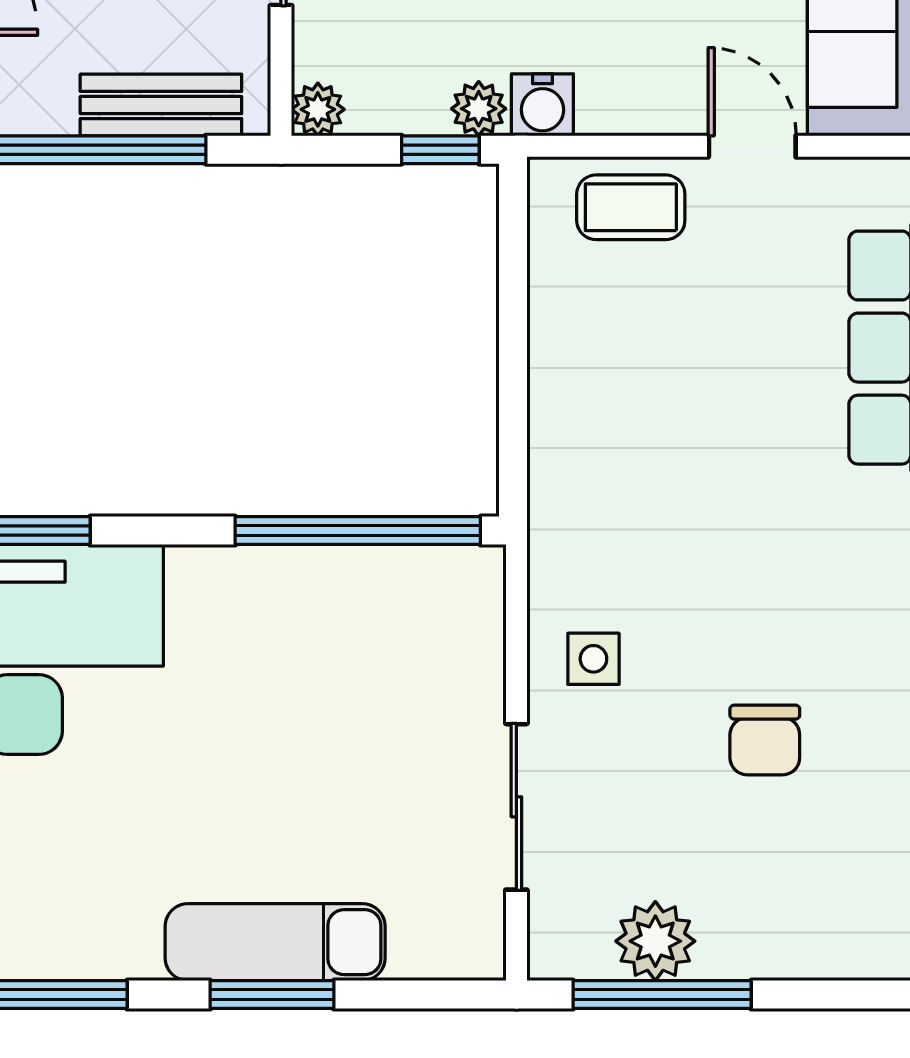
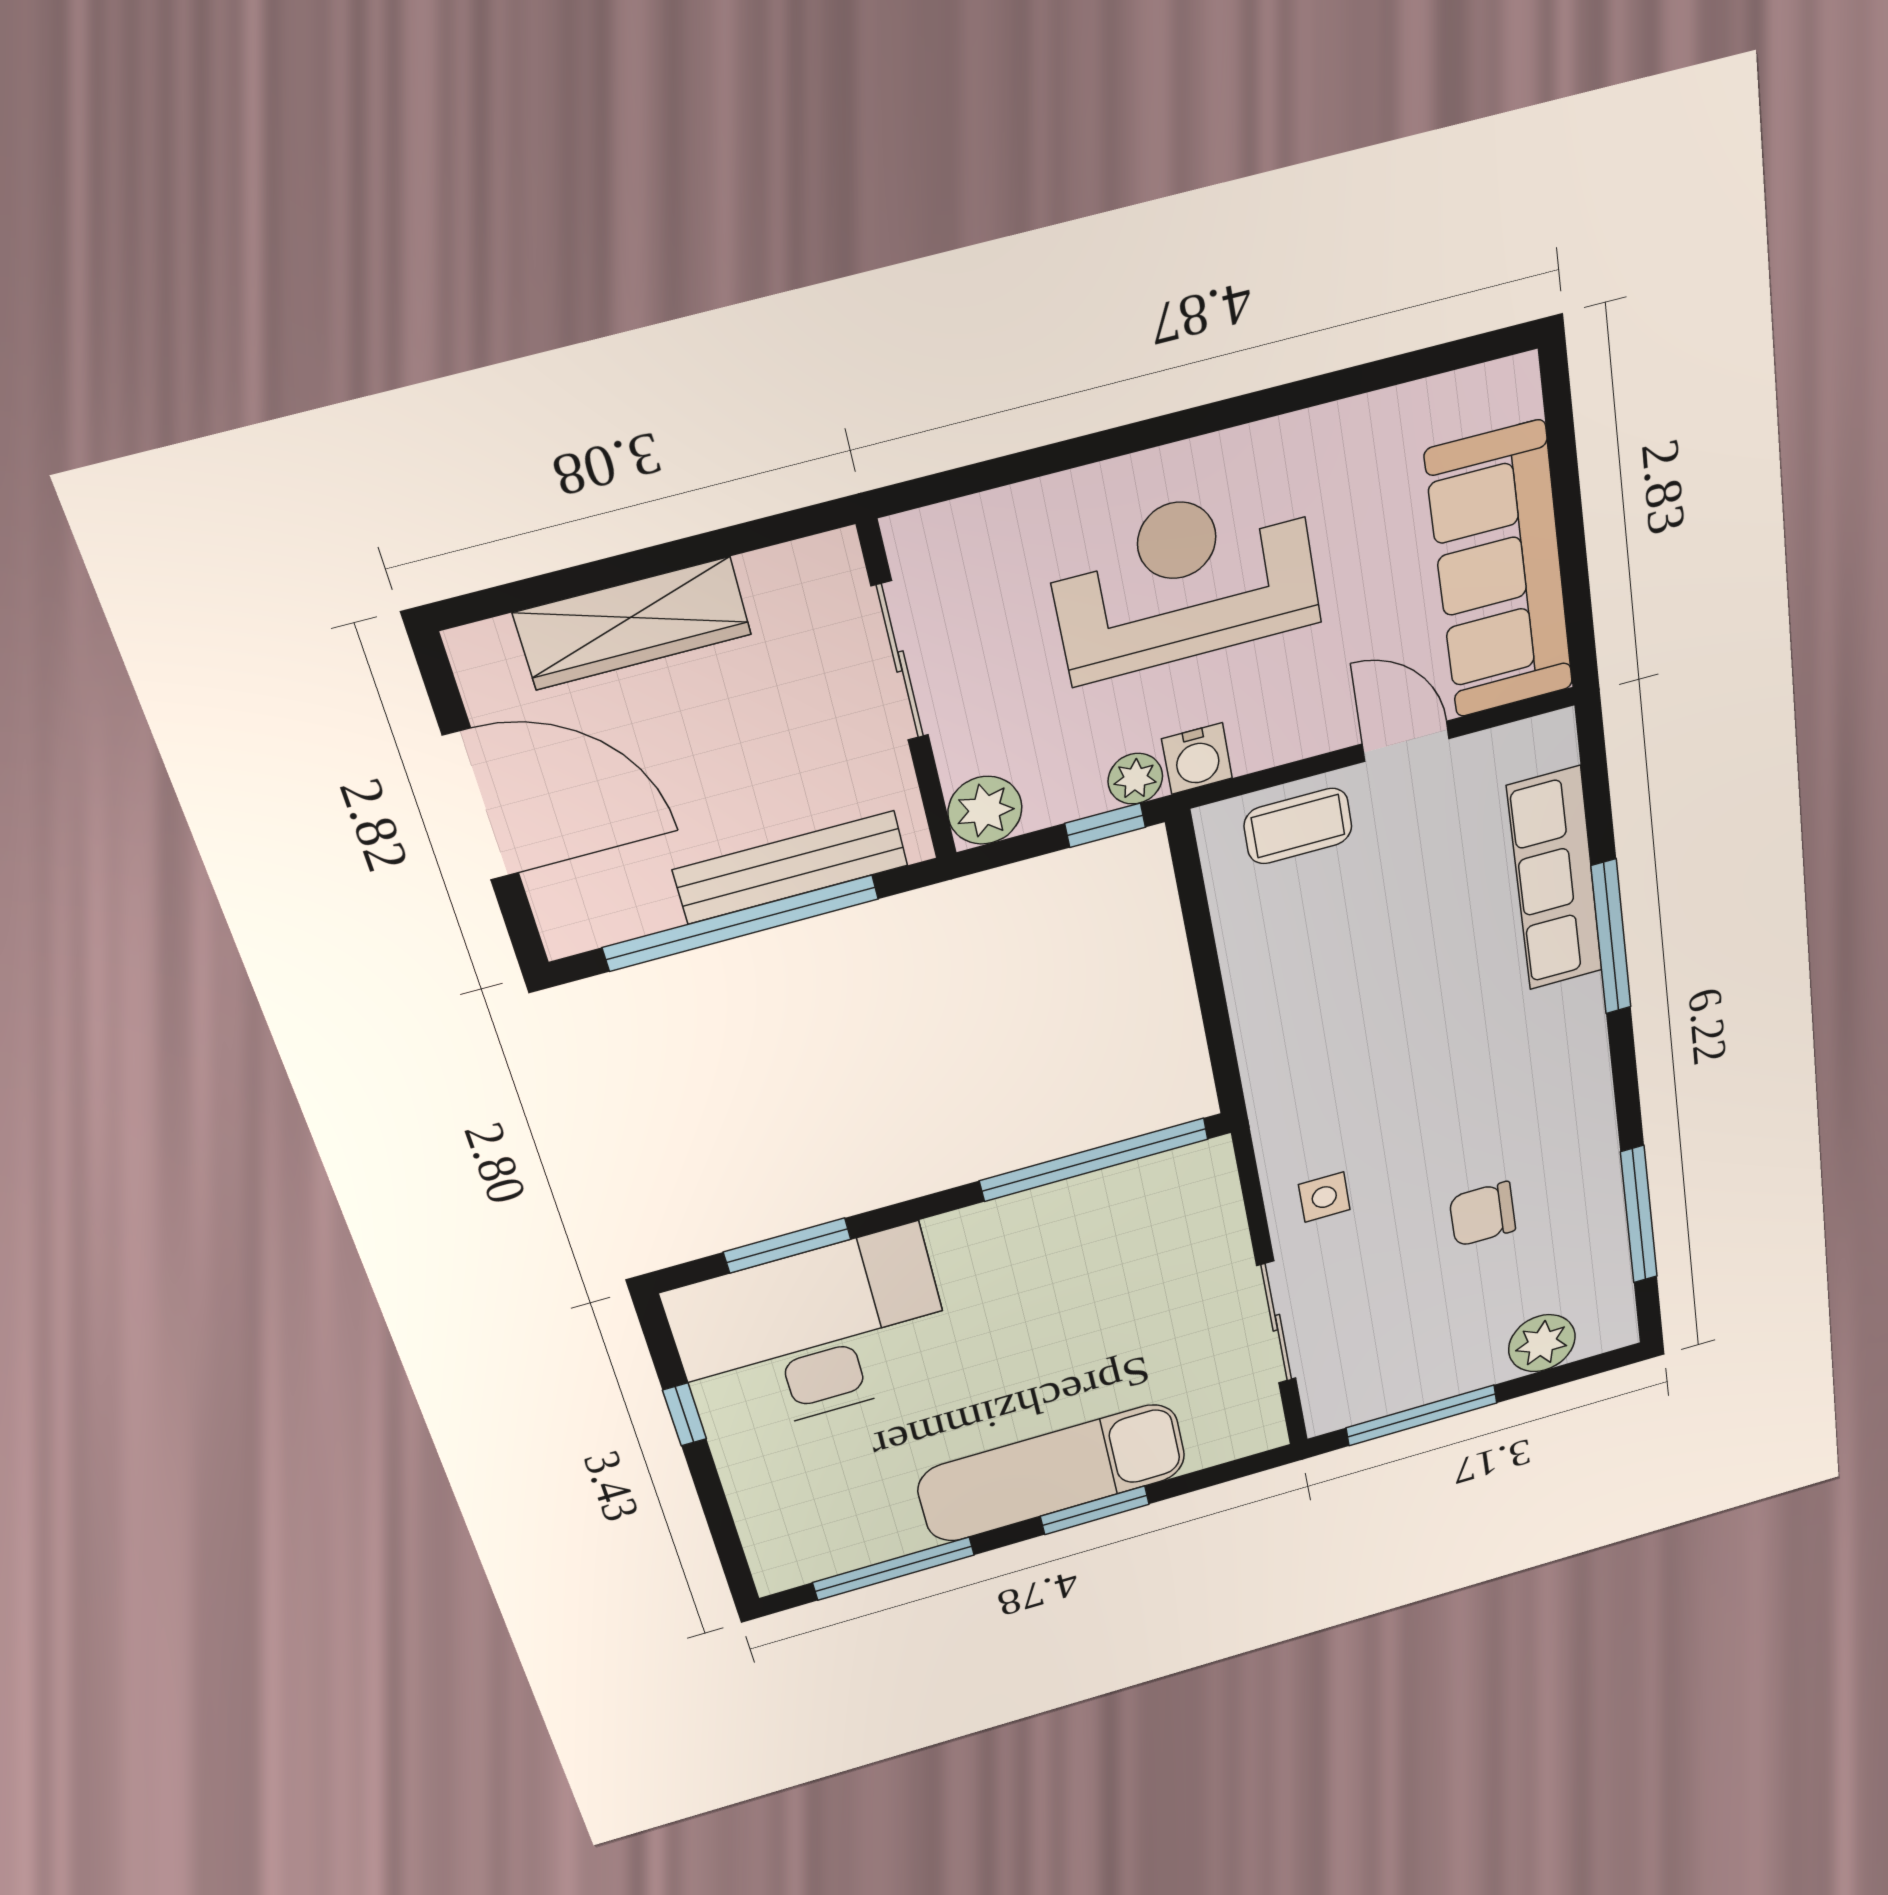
bench: (161, 105) -> (791, 867), width x1.36
plant: (318, 109) -> (985, 810), width x1.38, depth x1.38
chair: (765, 740) -> (1483, 1214), turned 90
plant: (655, 941) -> (1542, 1343), moved
exam couch: (275, 942) -> (1052, 1473), width x1.36, depth x1.45

